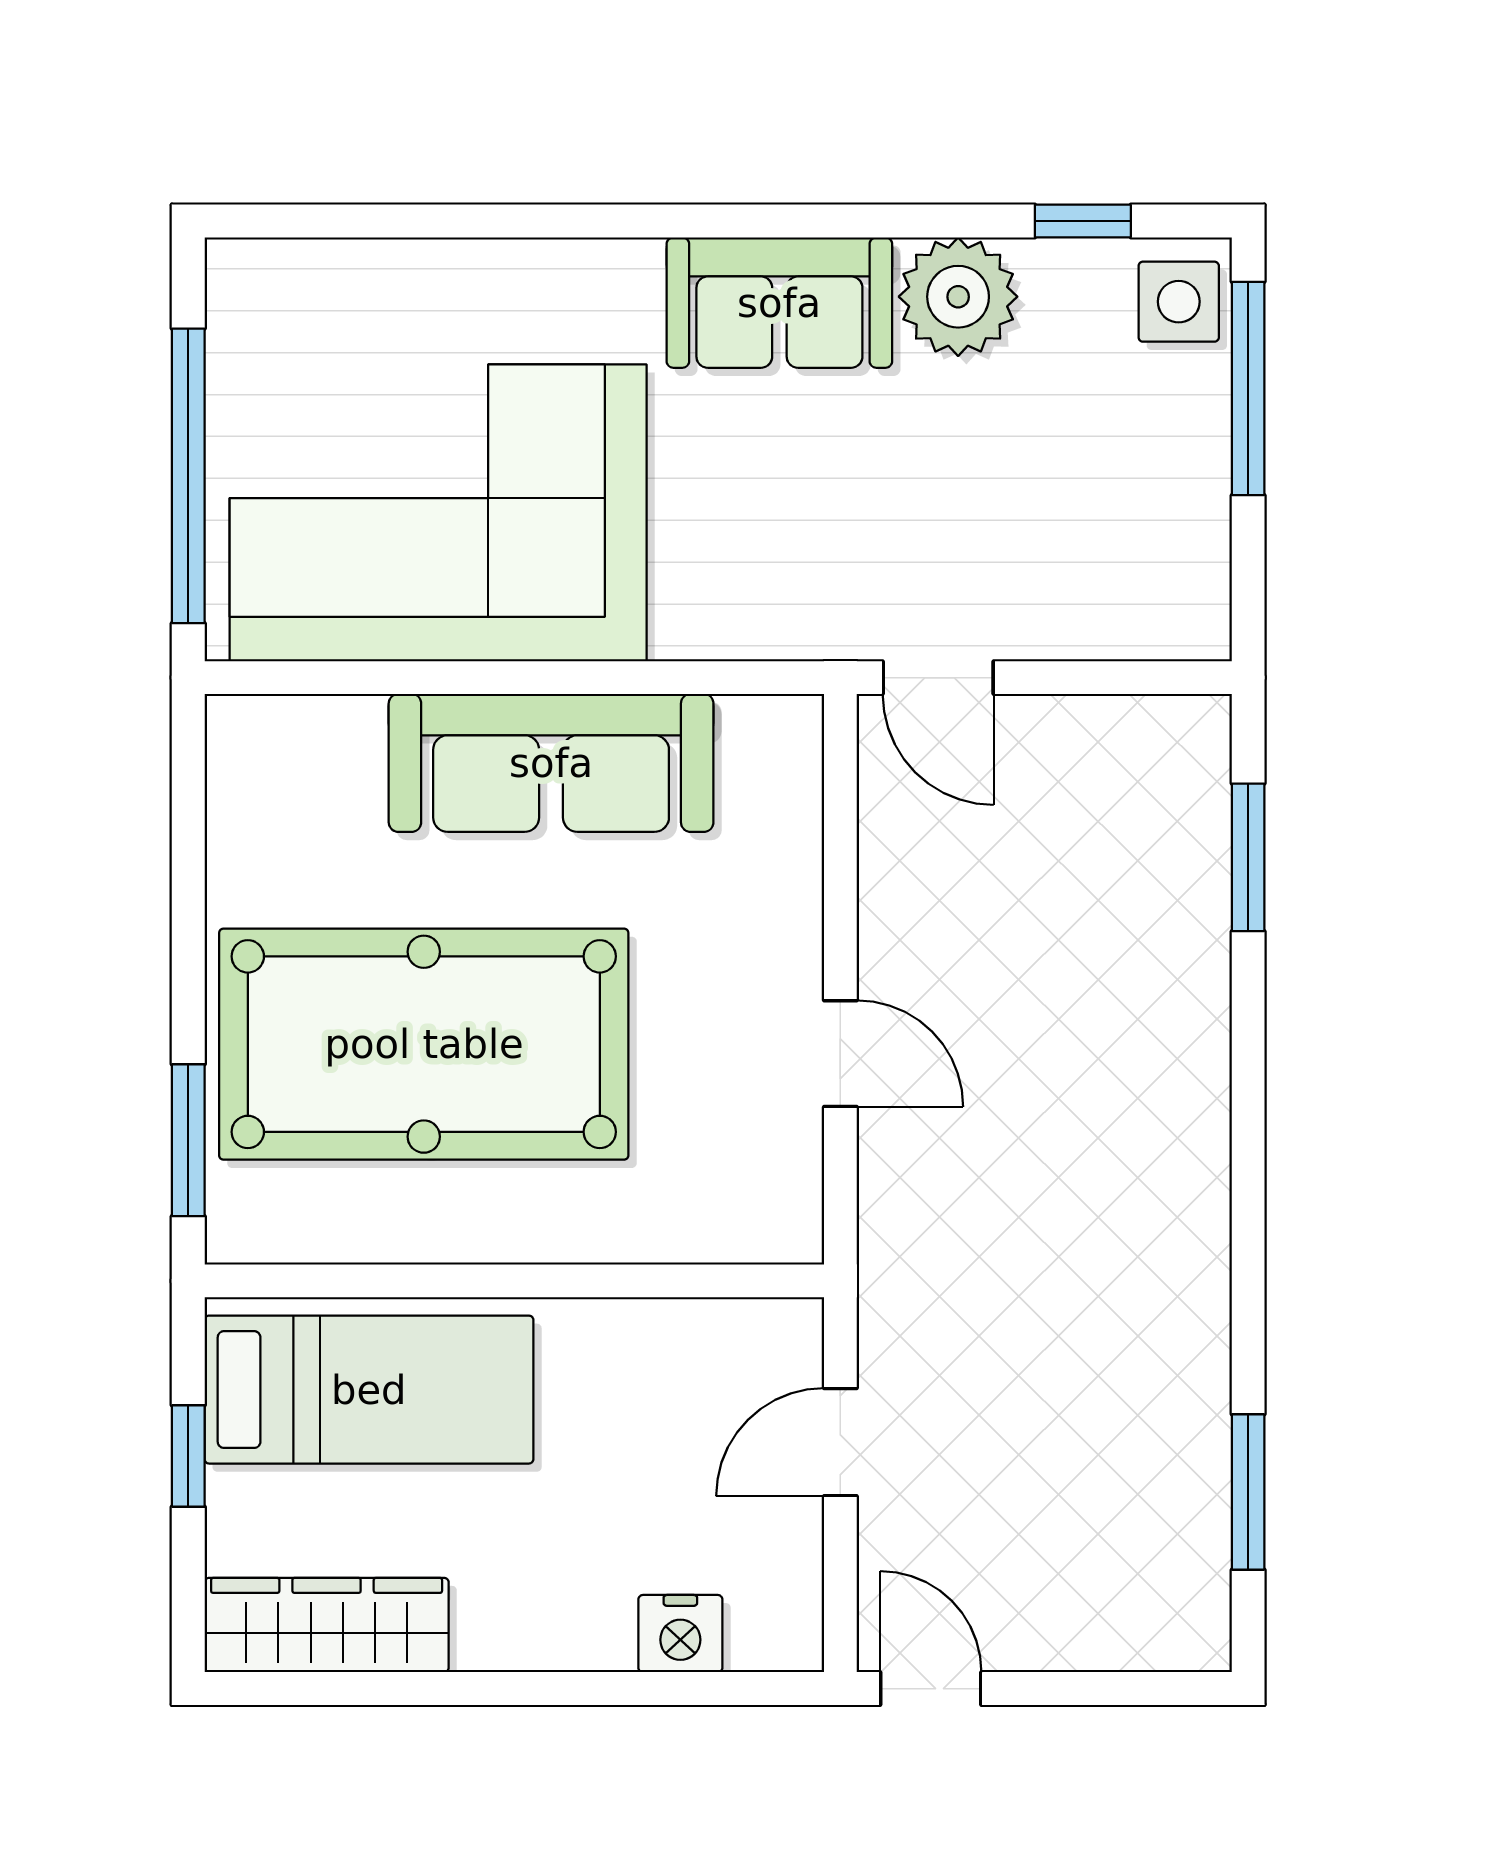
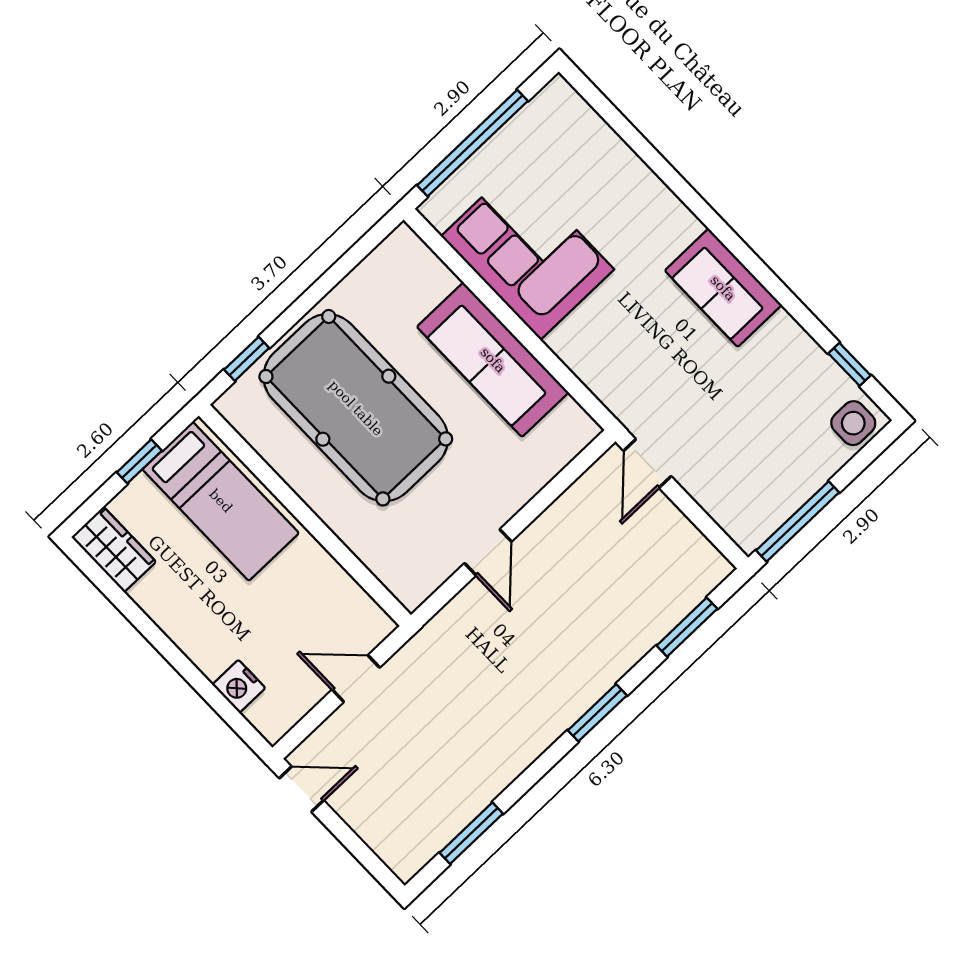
plant: (958, 297) -> (783, 347), removed
window: (1248, 388) -> (798, 521), moved
corner sofa: (438, 513) -> (528, 253), width x0.73, depth x0.74
window: (1248, 1121) -> (597, 713), added
window: (188, 1140) -> (247, 359), width x0.67
wardrobe: (327, 1625) -> (114, 549), width x0.67
door: (931, 1689) -> (301, 789), hinge flipped

